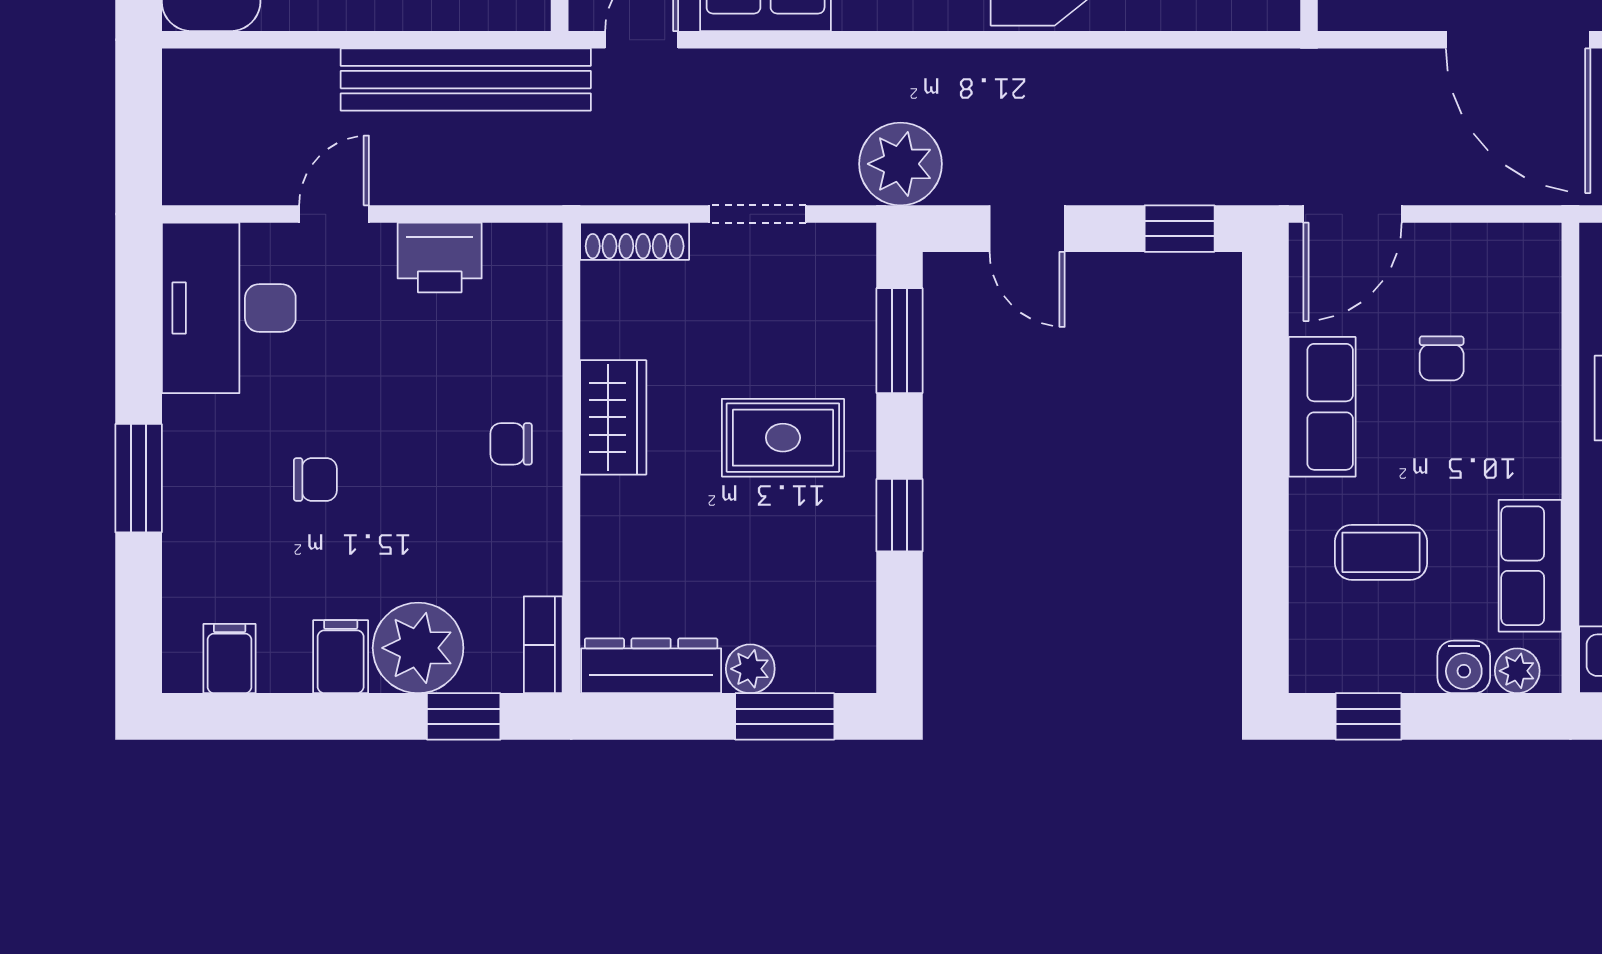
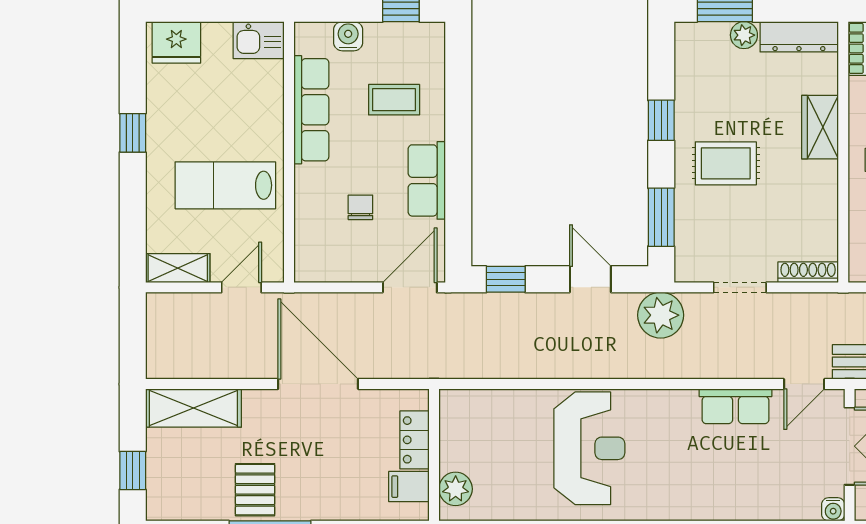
wardrobe: (613, 417) -> (820, 127), moved
row of seats: (1530, 566) -> (311, 110), width x1.48
plant: (1517, 671) -> (318, 34), removed

